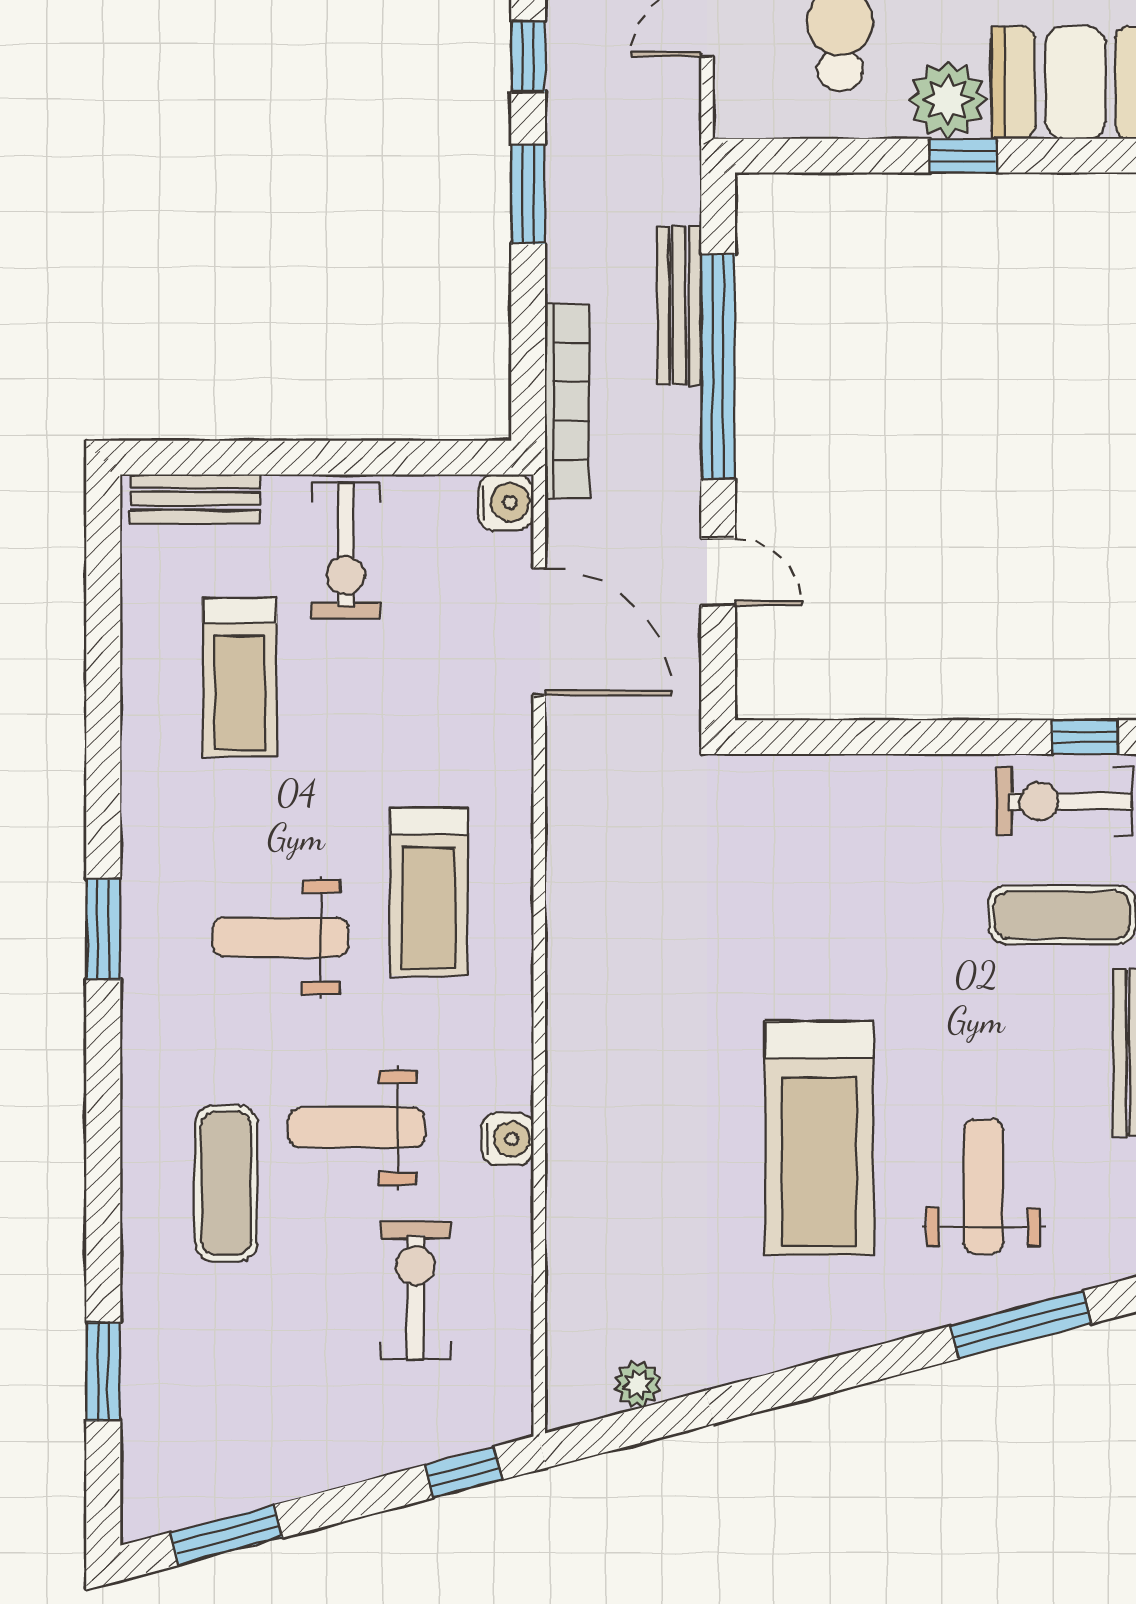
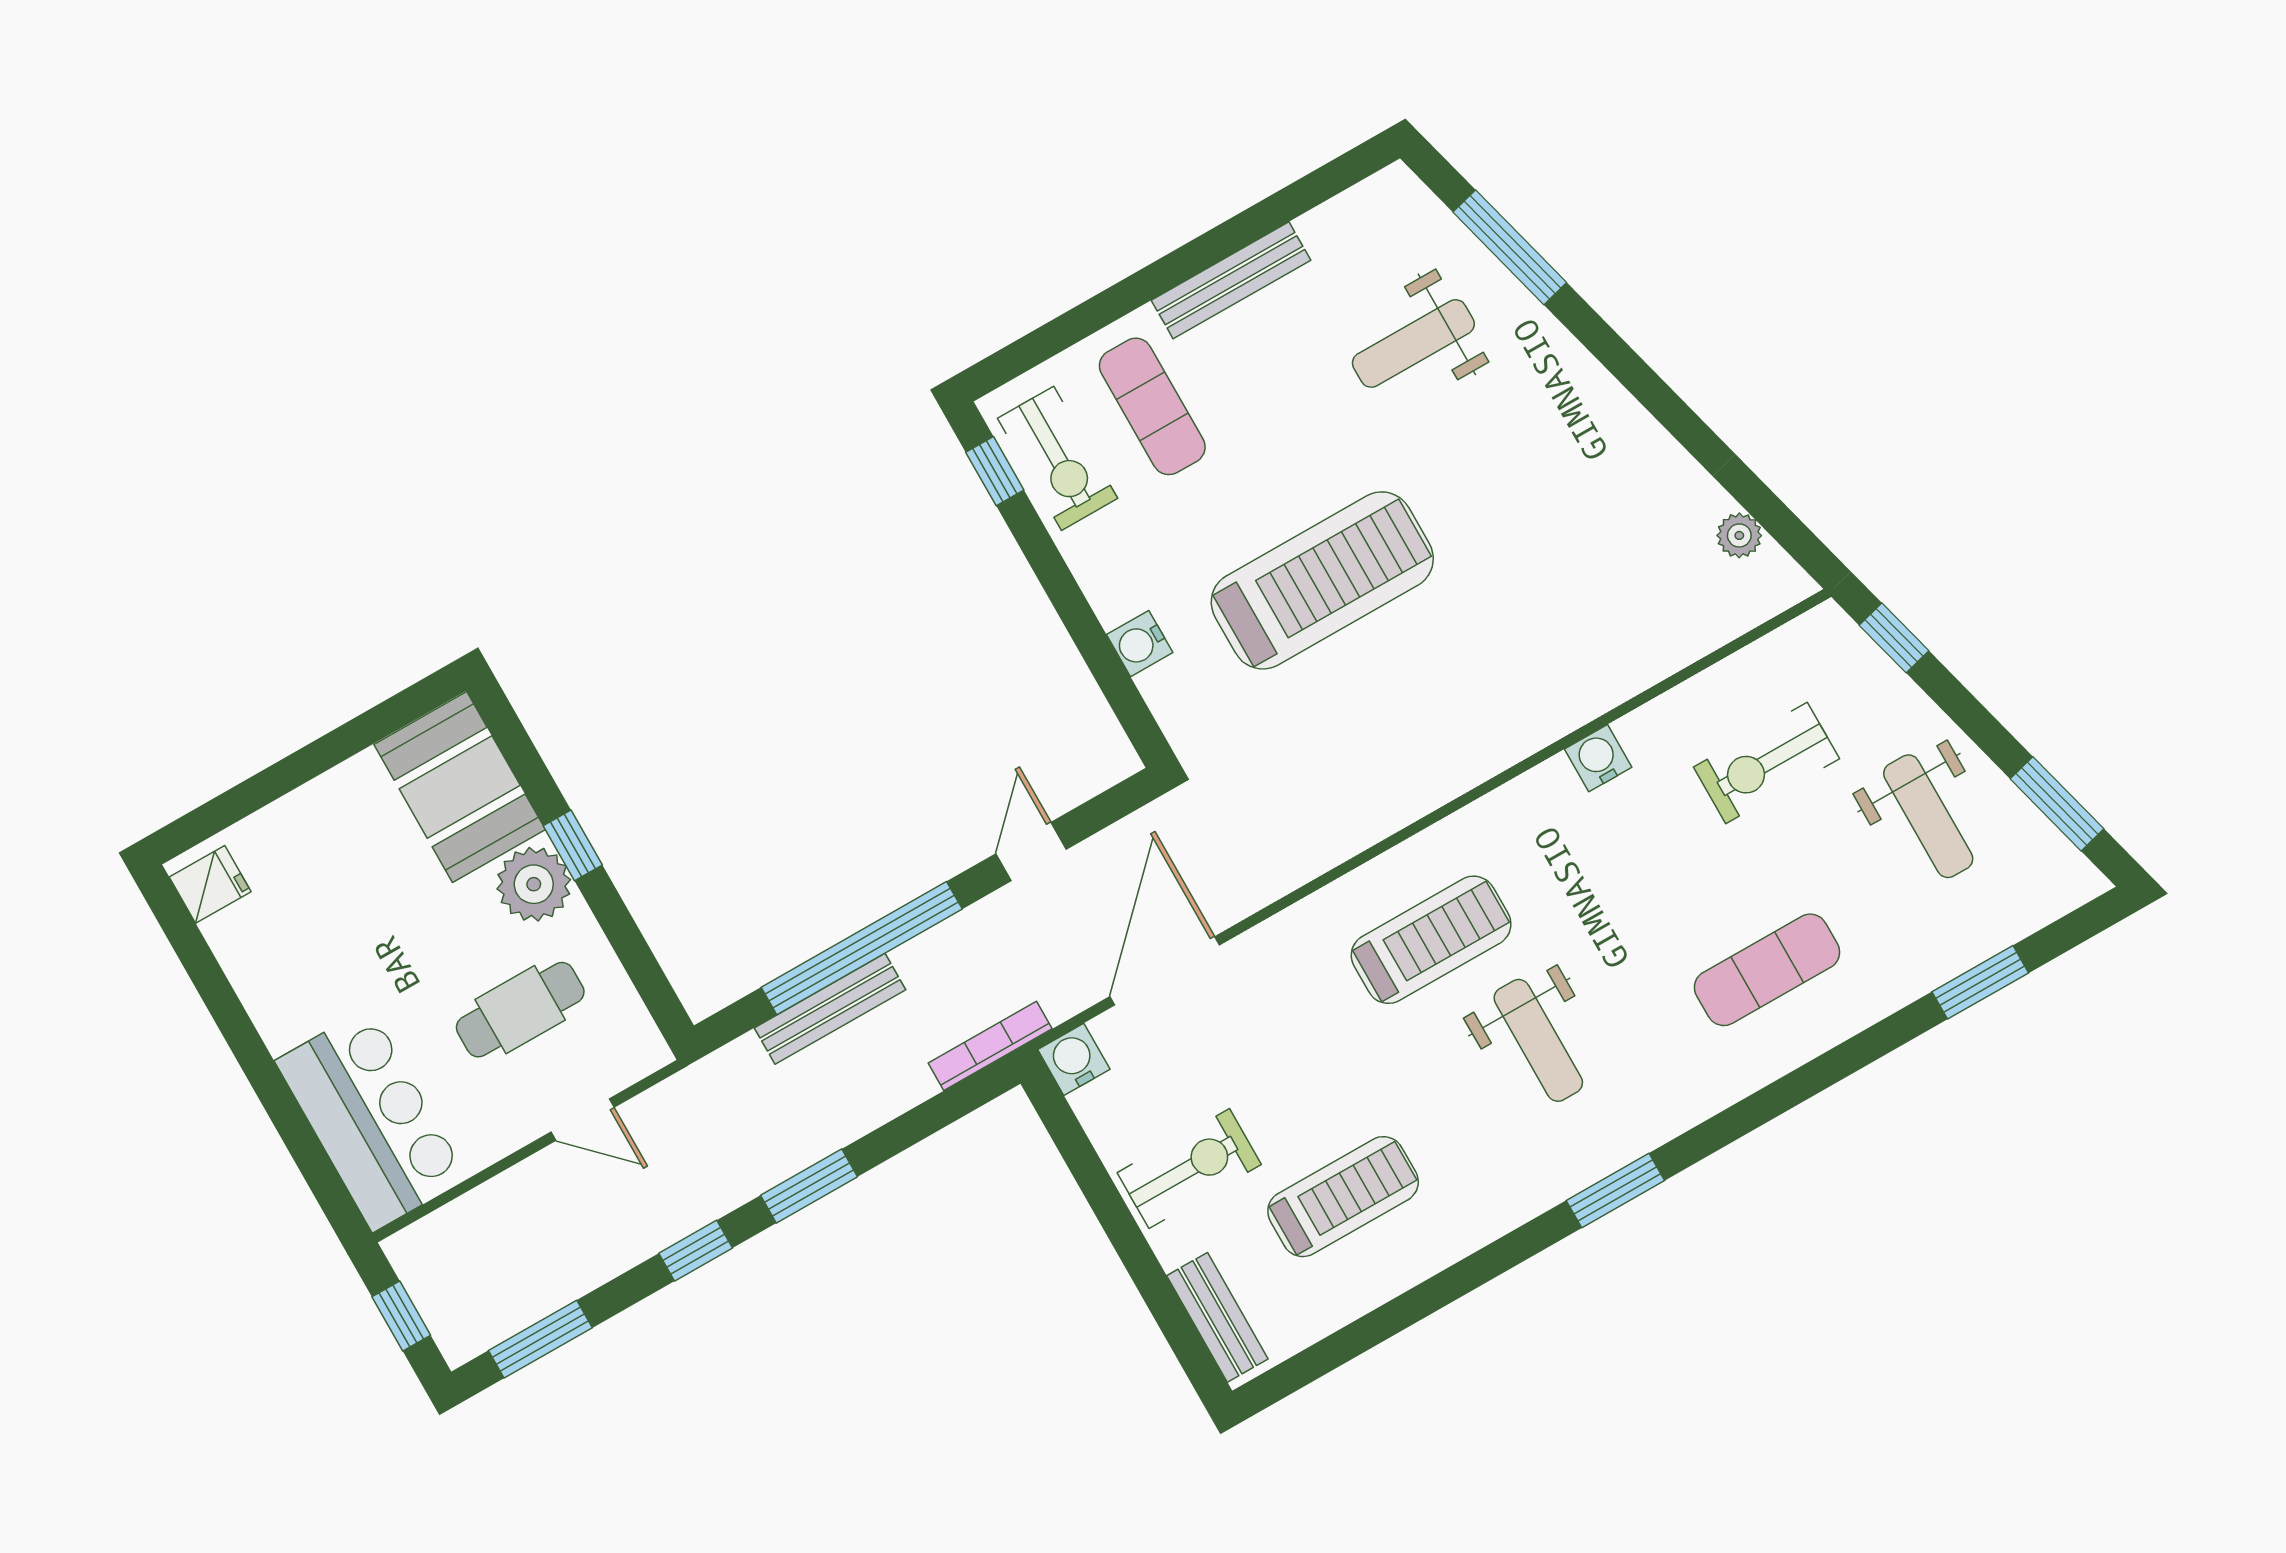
bookcase: (567, 401) -> (990, 1046), width x0.68, depth x0.76
water cooler: (852, 779) -> (1140, 644), added
weight bench: (357, 1128) -> (1928, 816), moved
treadmill: (819, 1138) -> (1322, 580), moved

